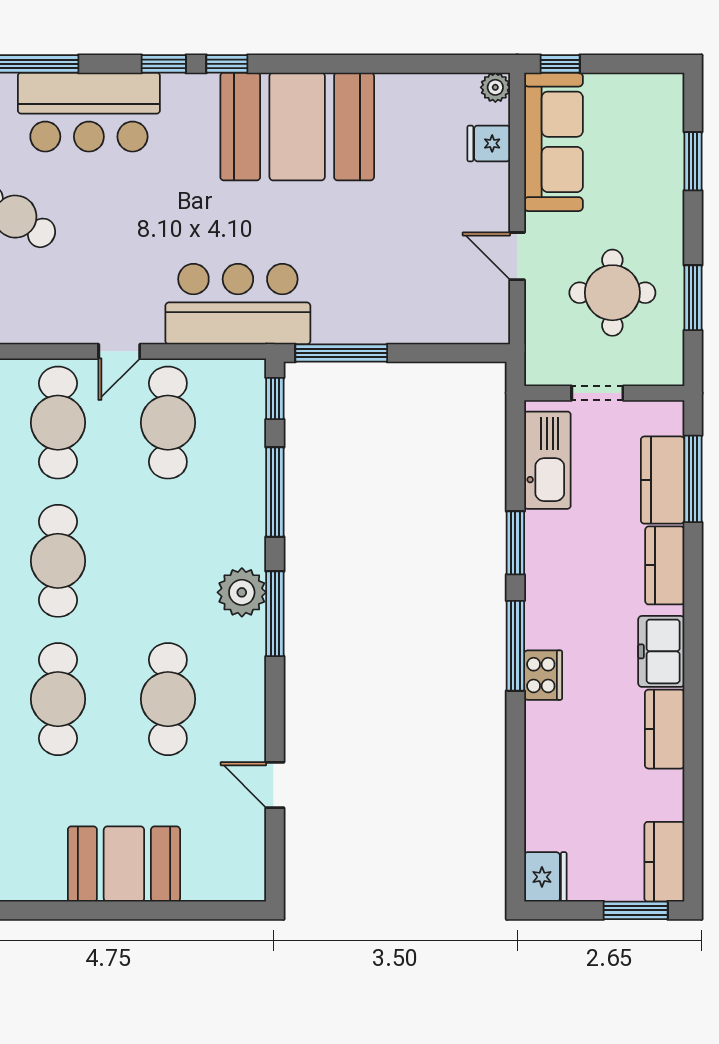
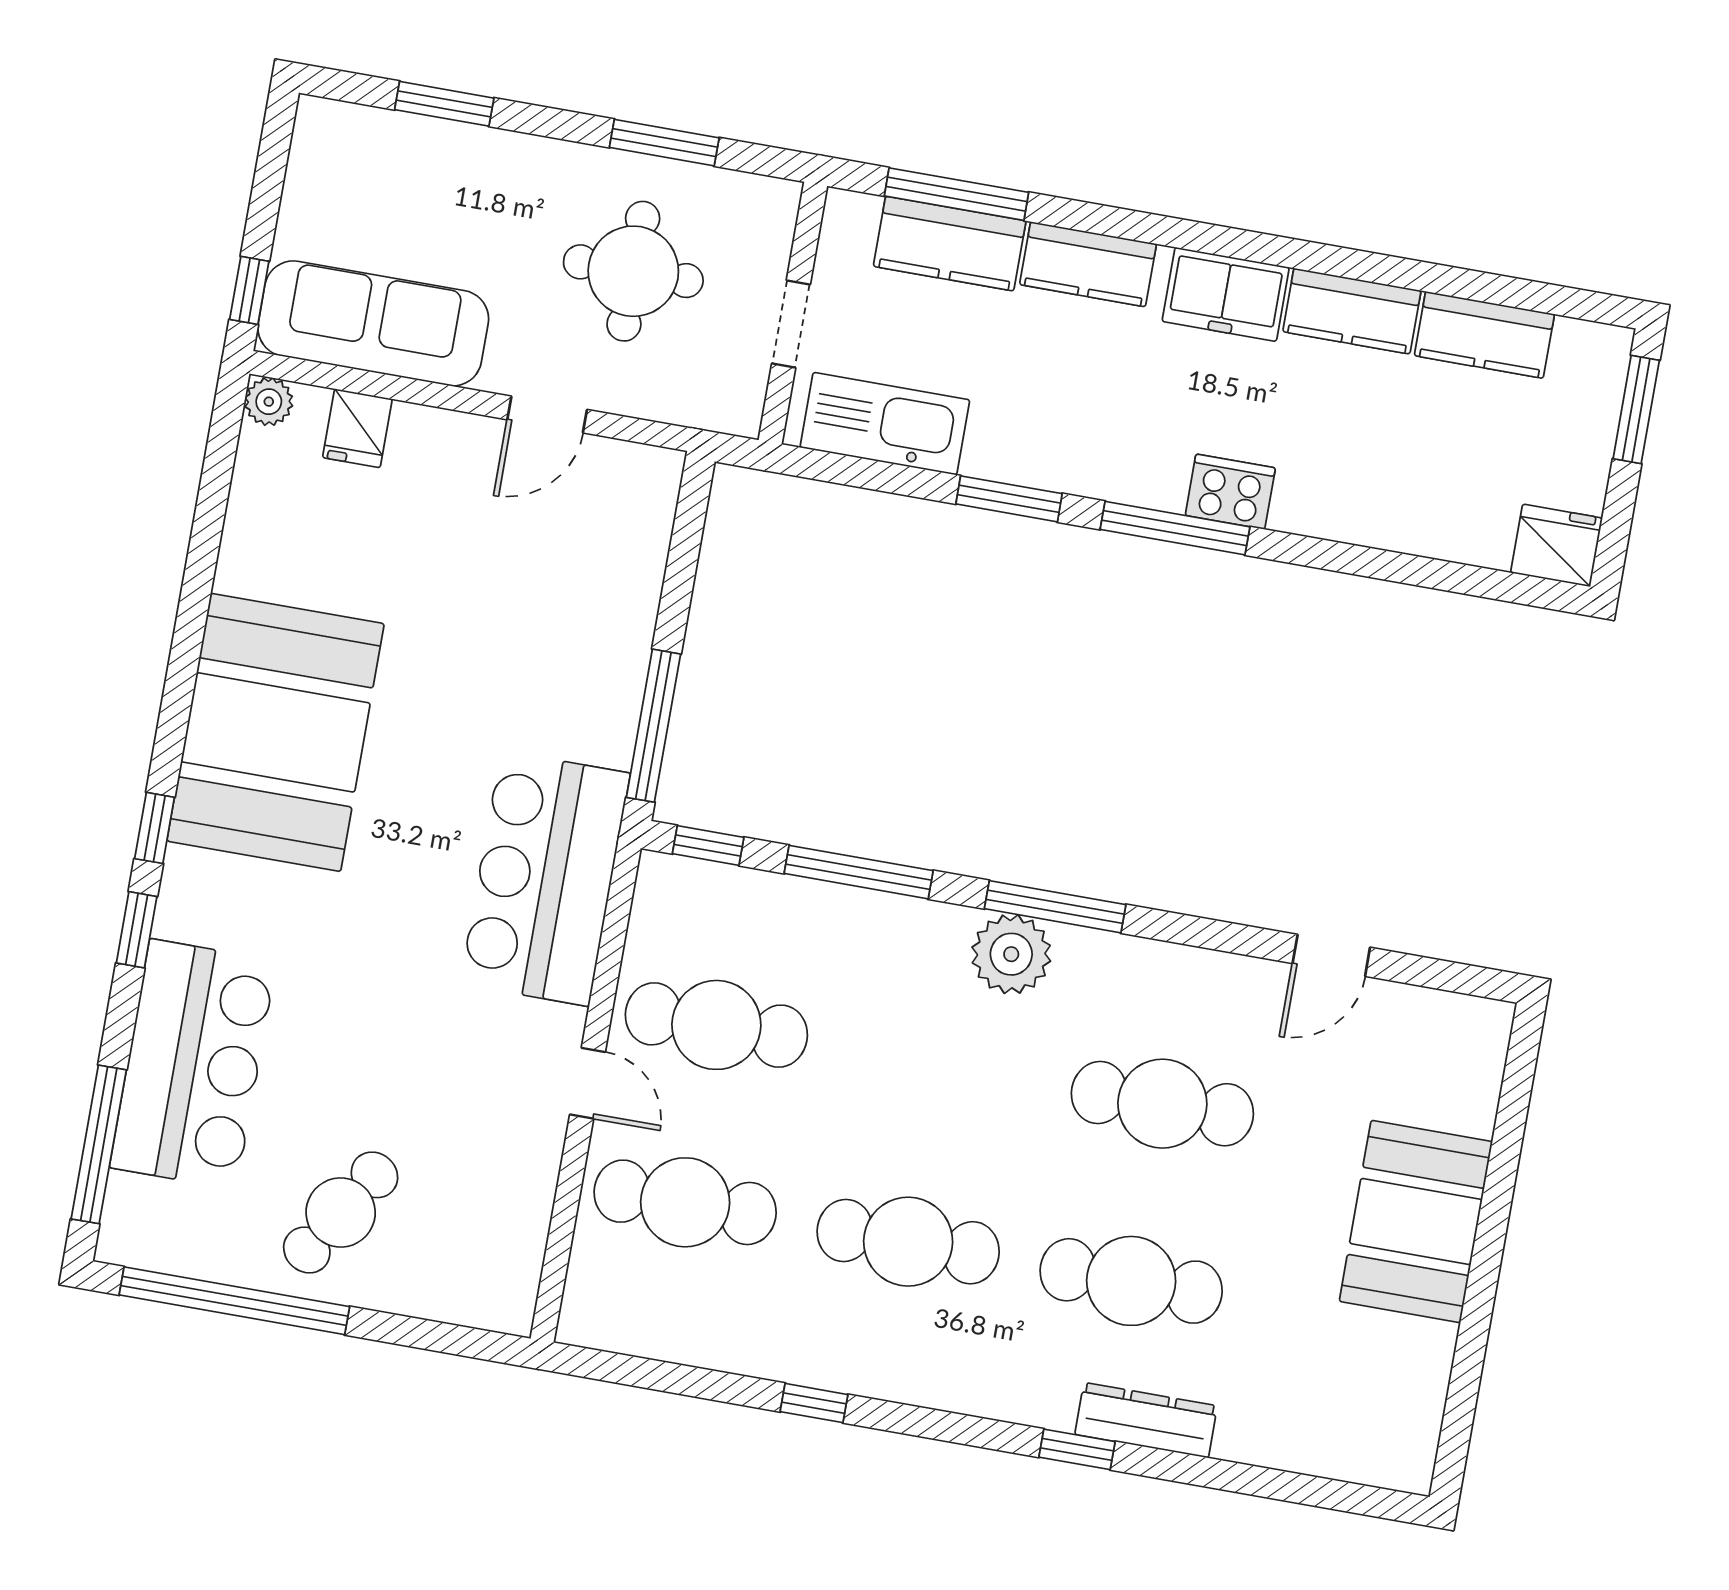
kitchen counter: (664, 862) -> (1484, 335), moved

